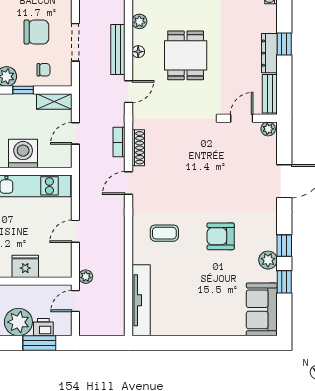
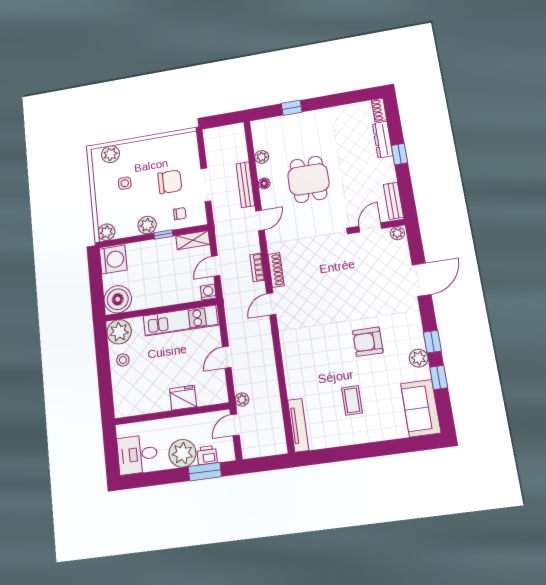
dresser: (269, 53) -> (383, 140), moved
washing machine: (23, 153) -> (208, 292), moved, width x0.53, depth x0.53
coffee table: (164, 233) -> (352, 400), moved, turned 90
tv unit: (141, 300) -> (298, 425), width x0.73, depth x0.78

